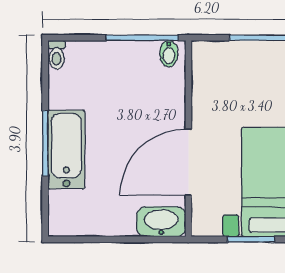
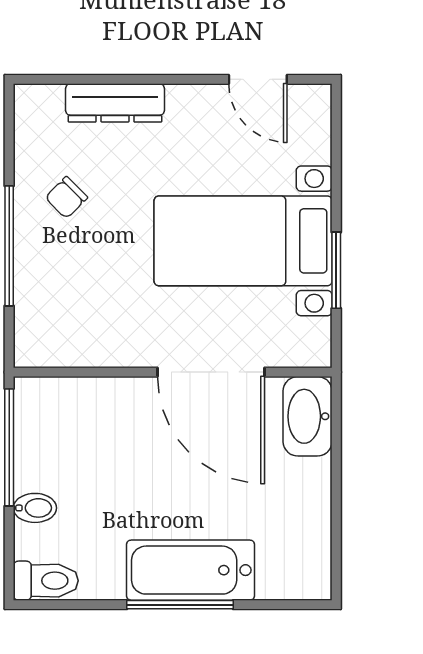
bidet: (169, 54) -> (35, 508), moved
toilet: (57, 55) -> (46, 581), width x1.37, depth x1.39

